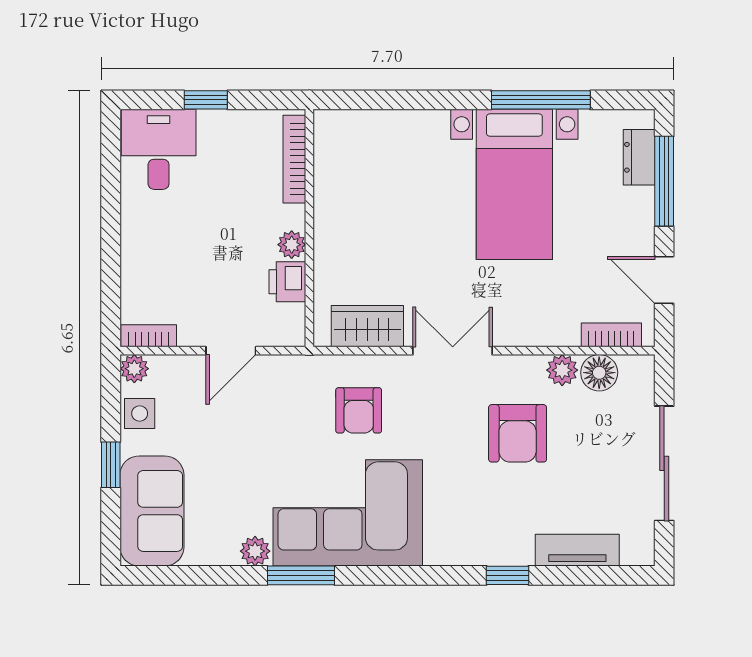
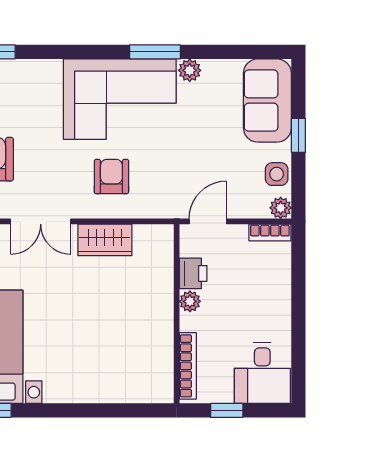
bookcase: (294, 159) -> (188, 366), moved
wall: (309, 228) -> (177, 314), moved
plant: (292, 245) -> (190, 301), moved
printer: (287, 282) -> (193, 273), moved

